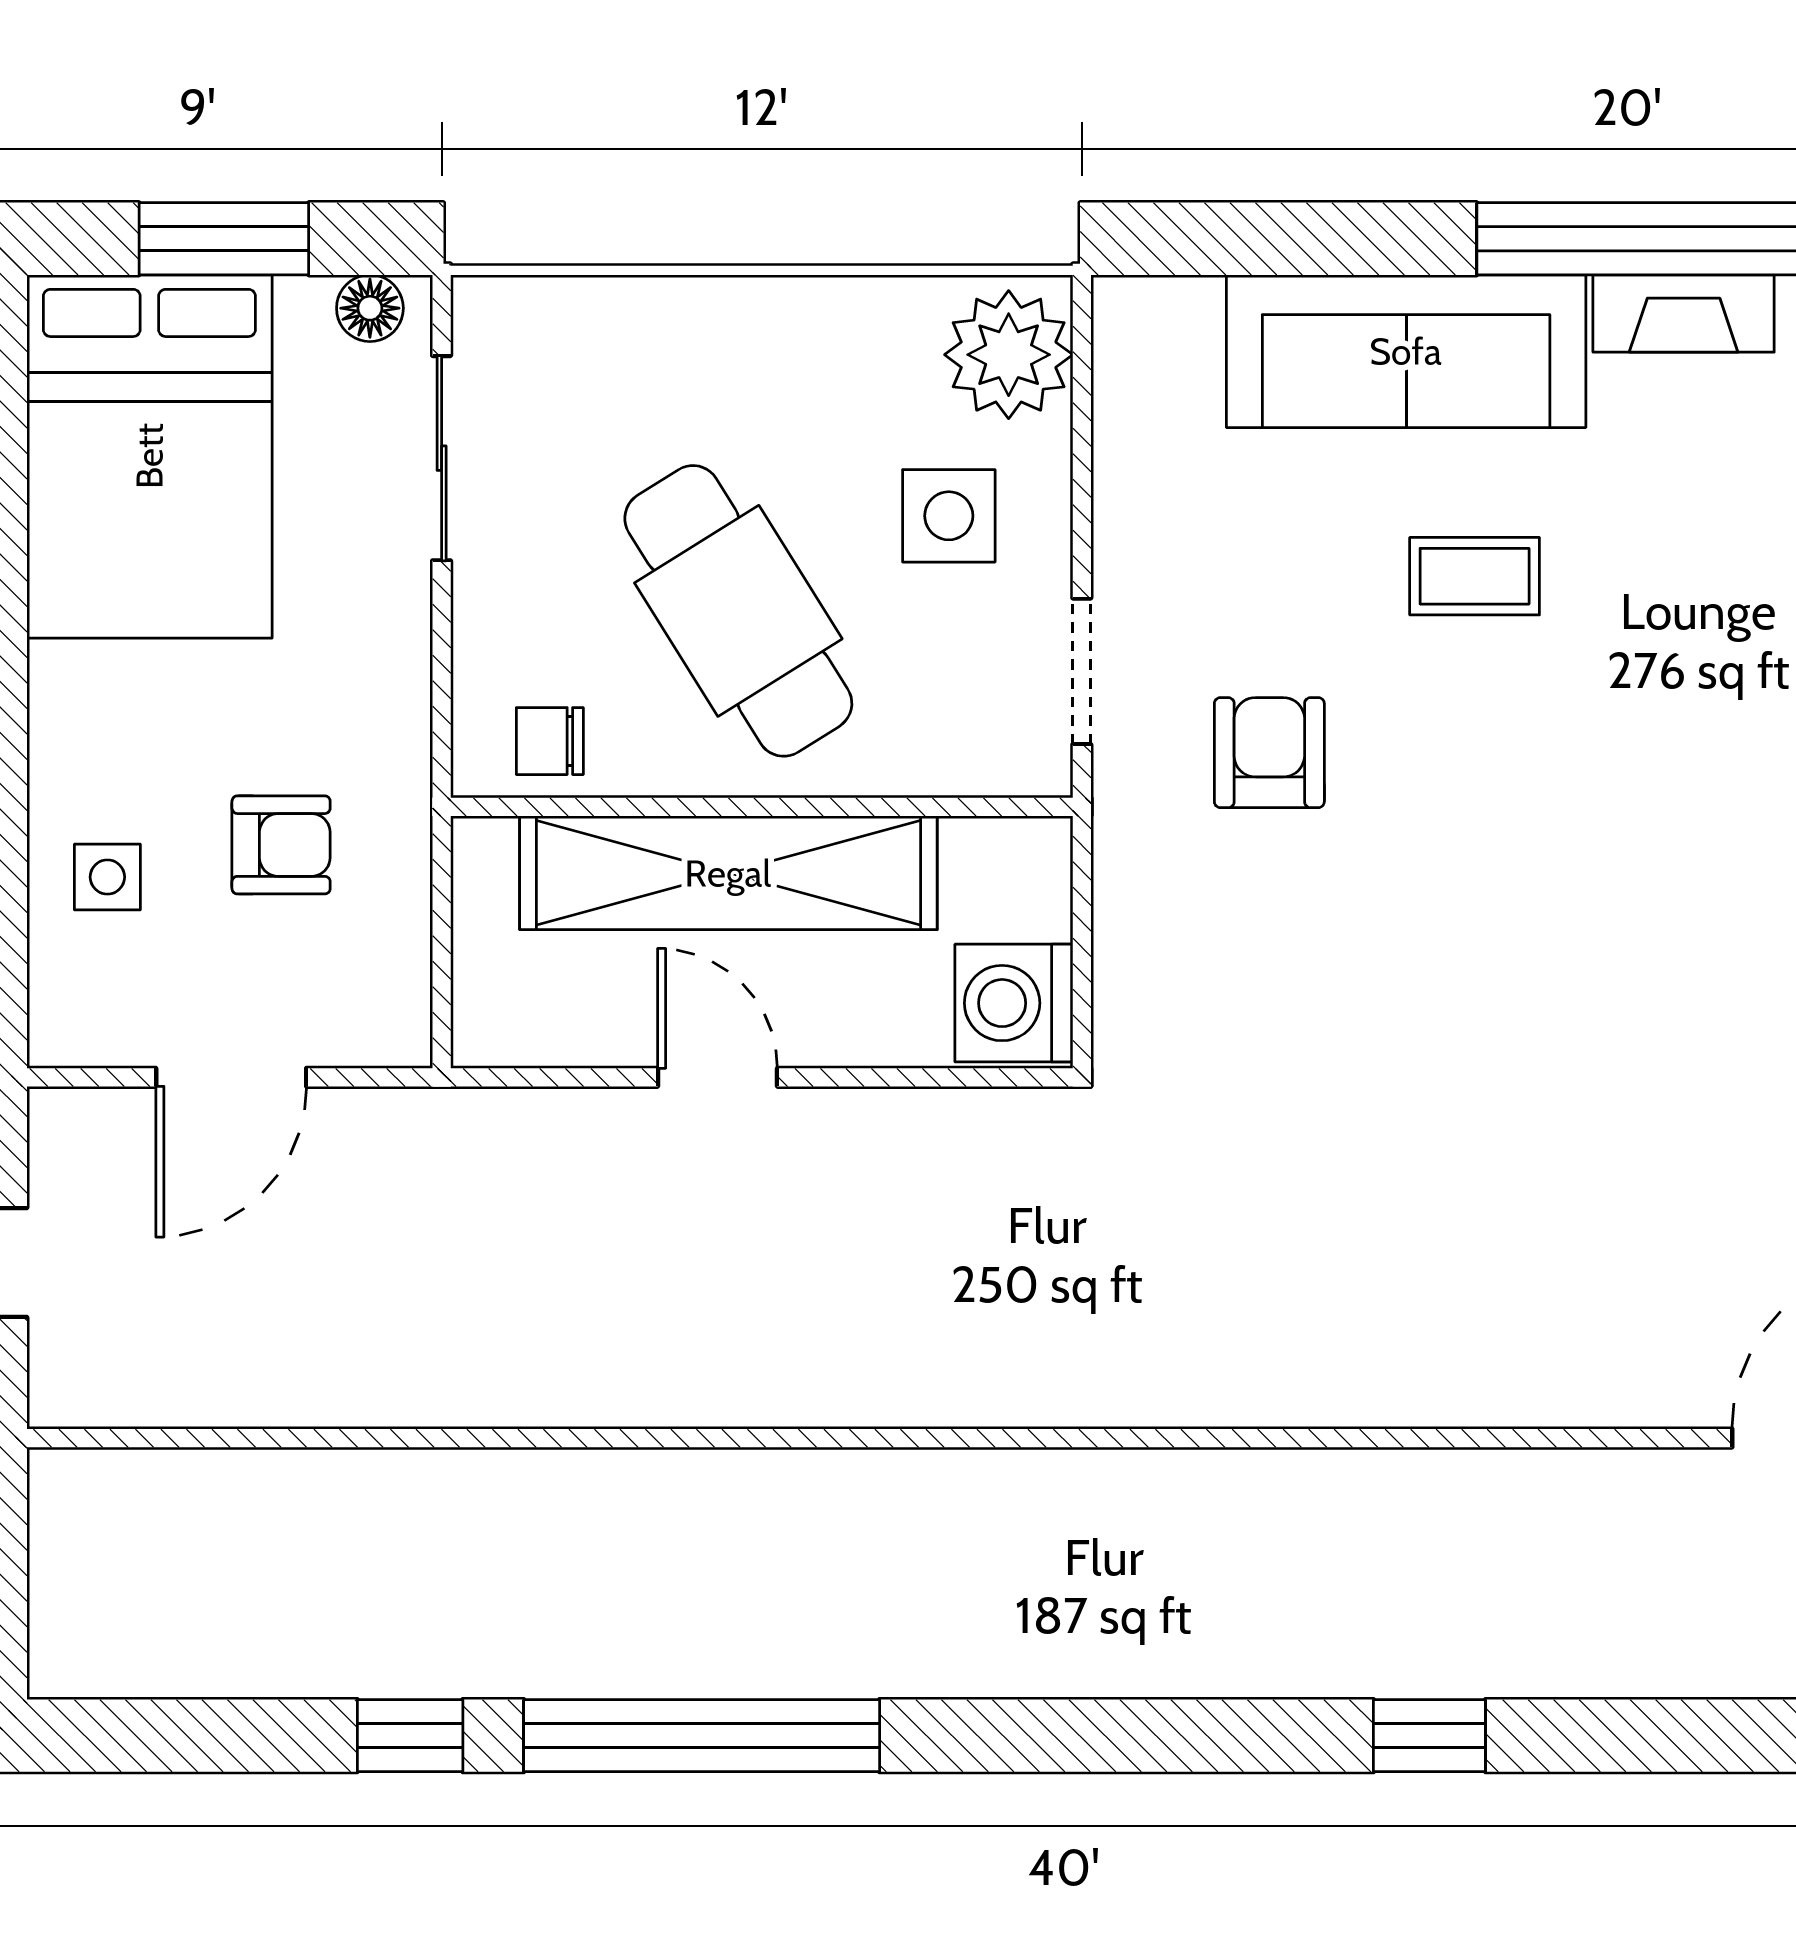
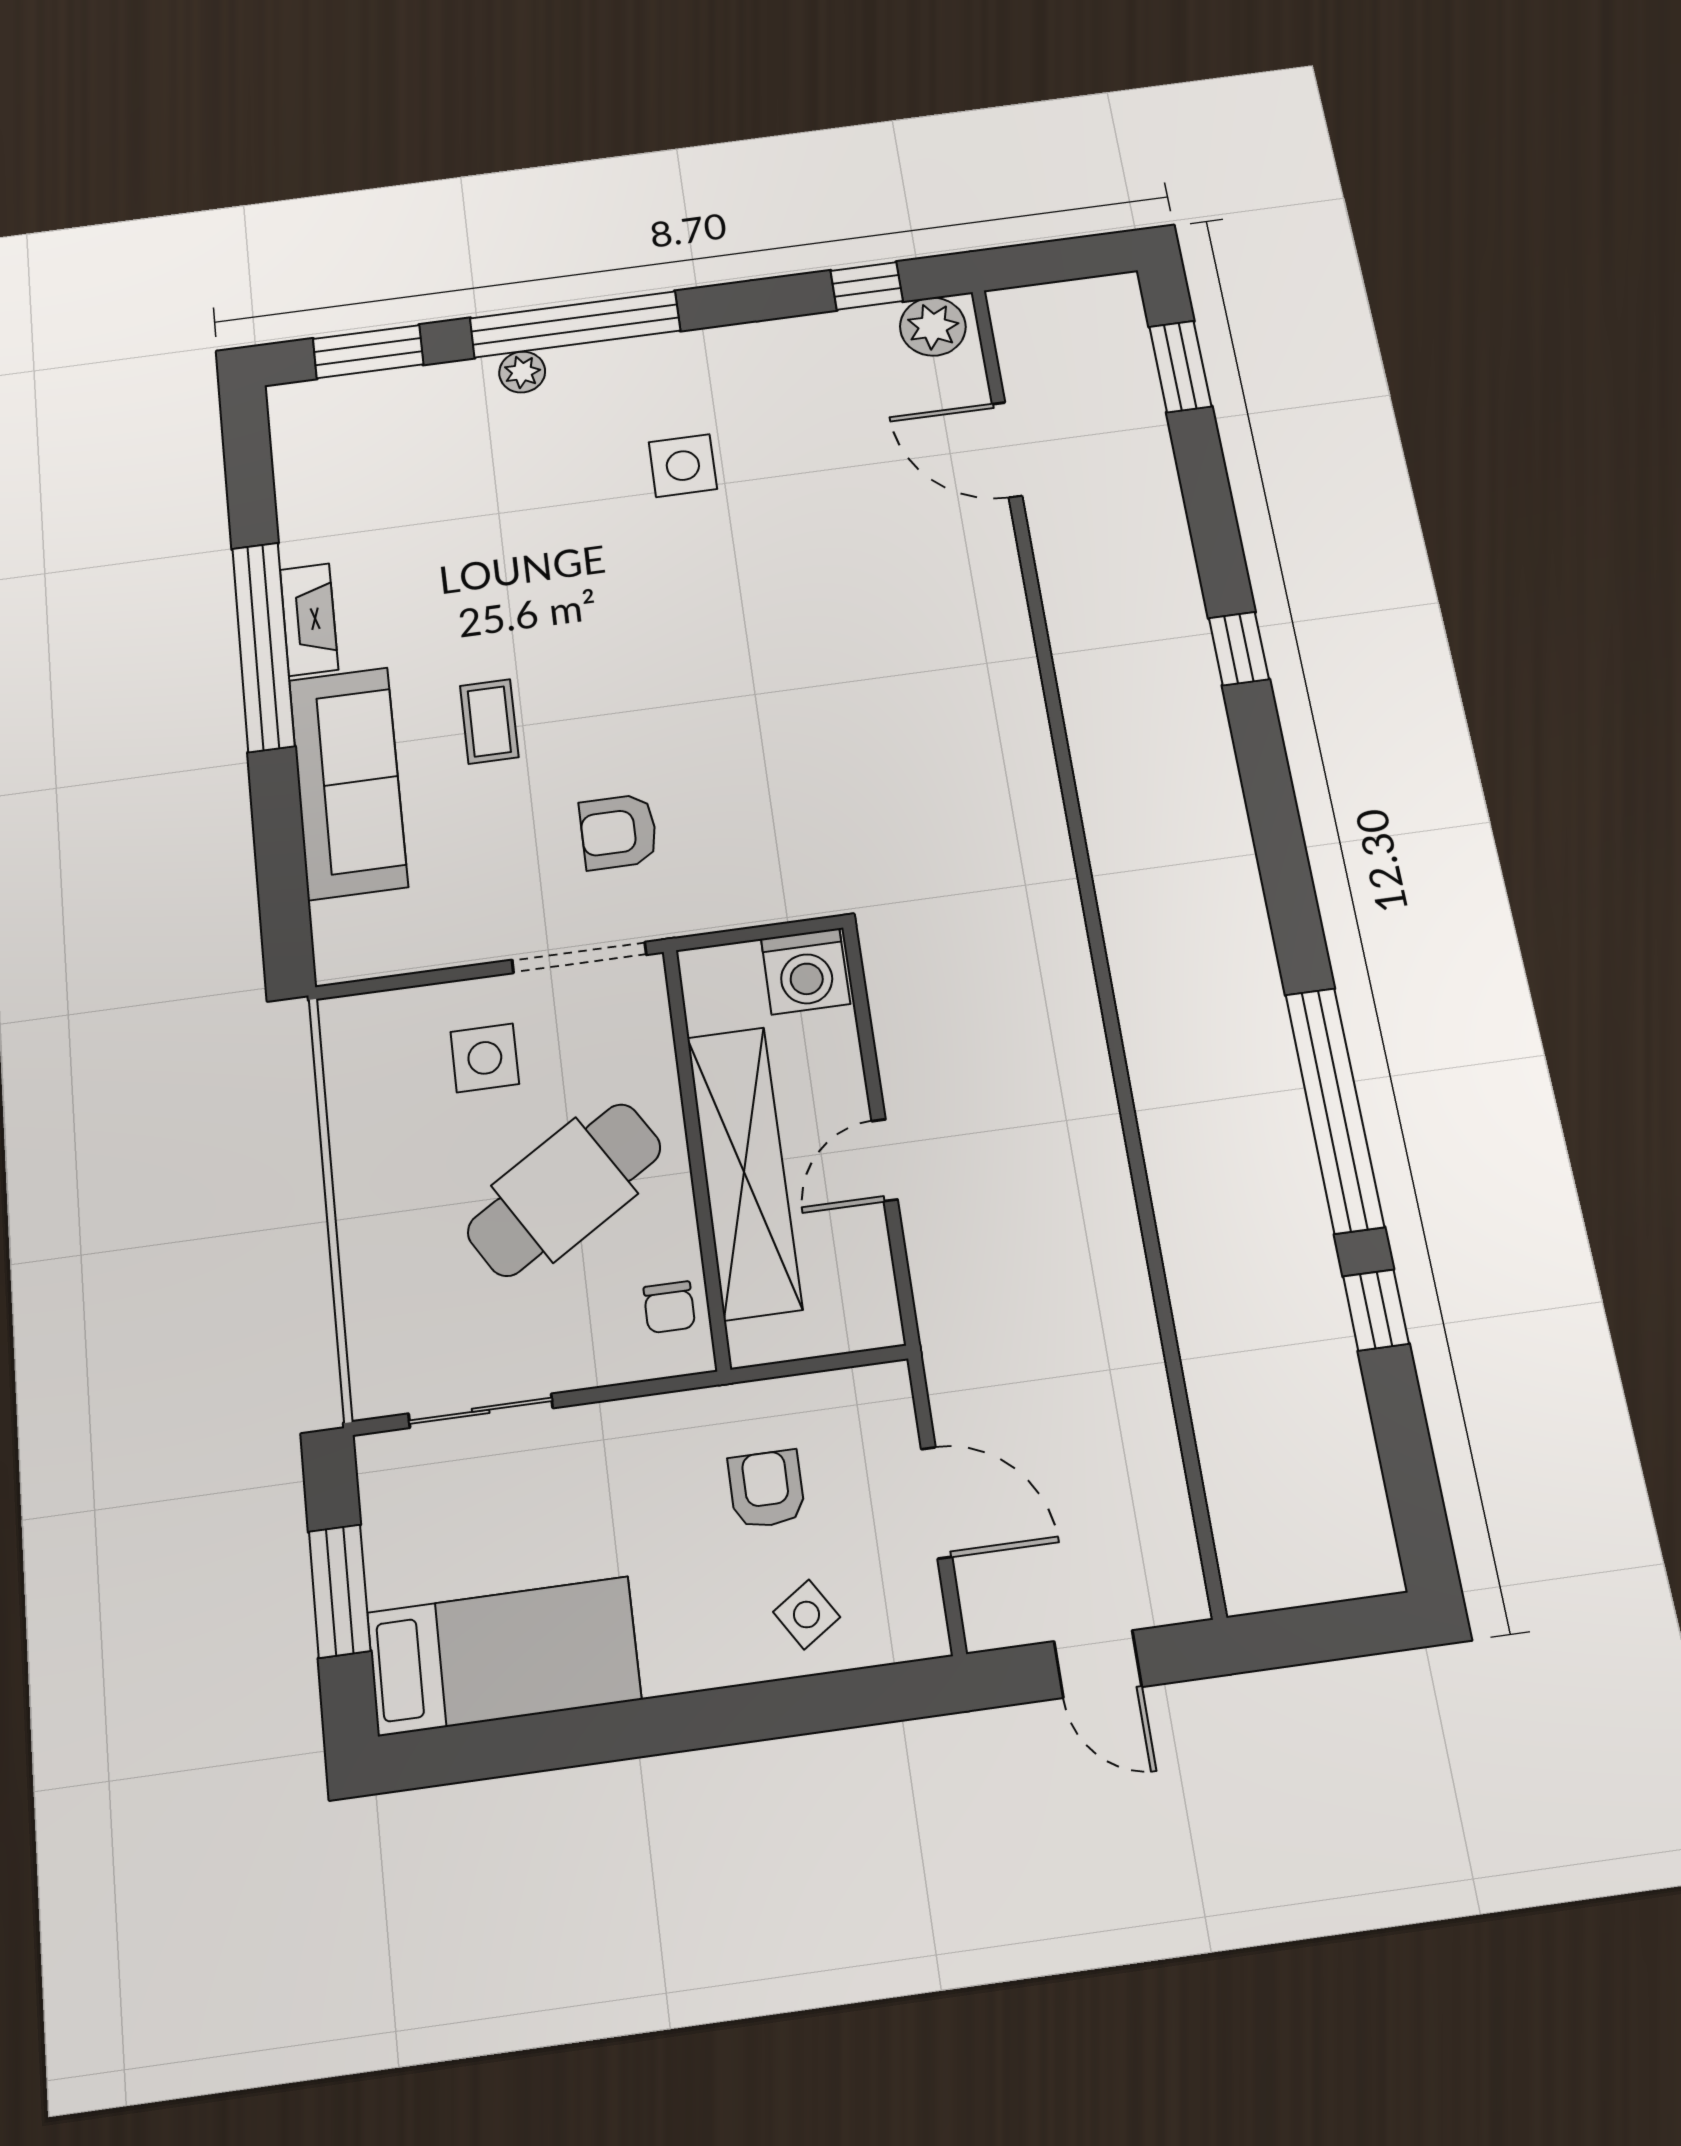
floor lamp: (370, 308) -> (380, 1477), removed
plant: (1009, 355) -> (373, 1033), removed
bed: (149, 456) -> (504, 1656), width x0.67
doorway: (1082, 671) -> (579, 957), width x1.38
side table: (107, 877) -> (807, 1615), turned -33

